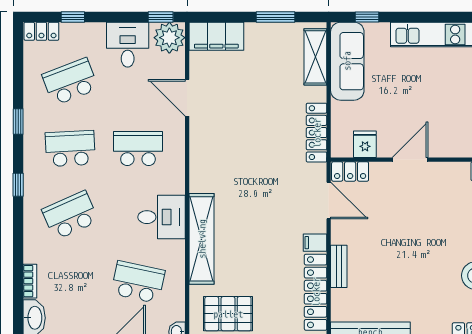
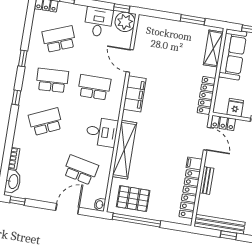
filing cabinet: (216, 36) -> (135, 94), moved, turned -90

